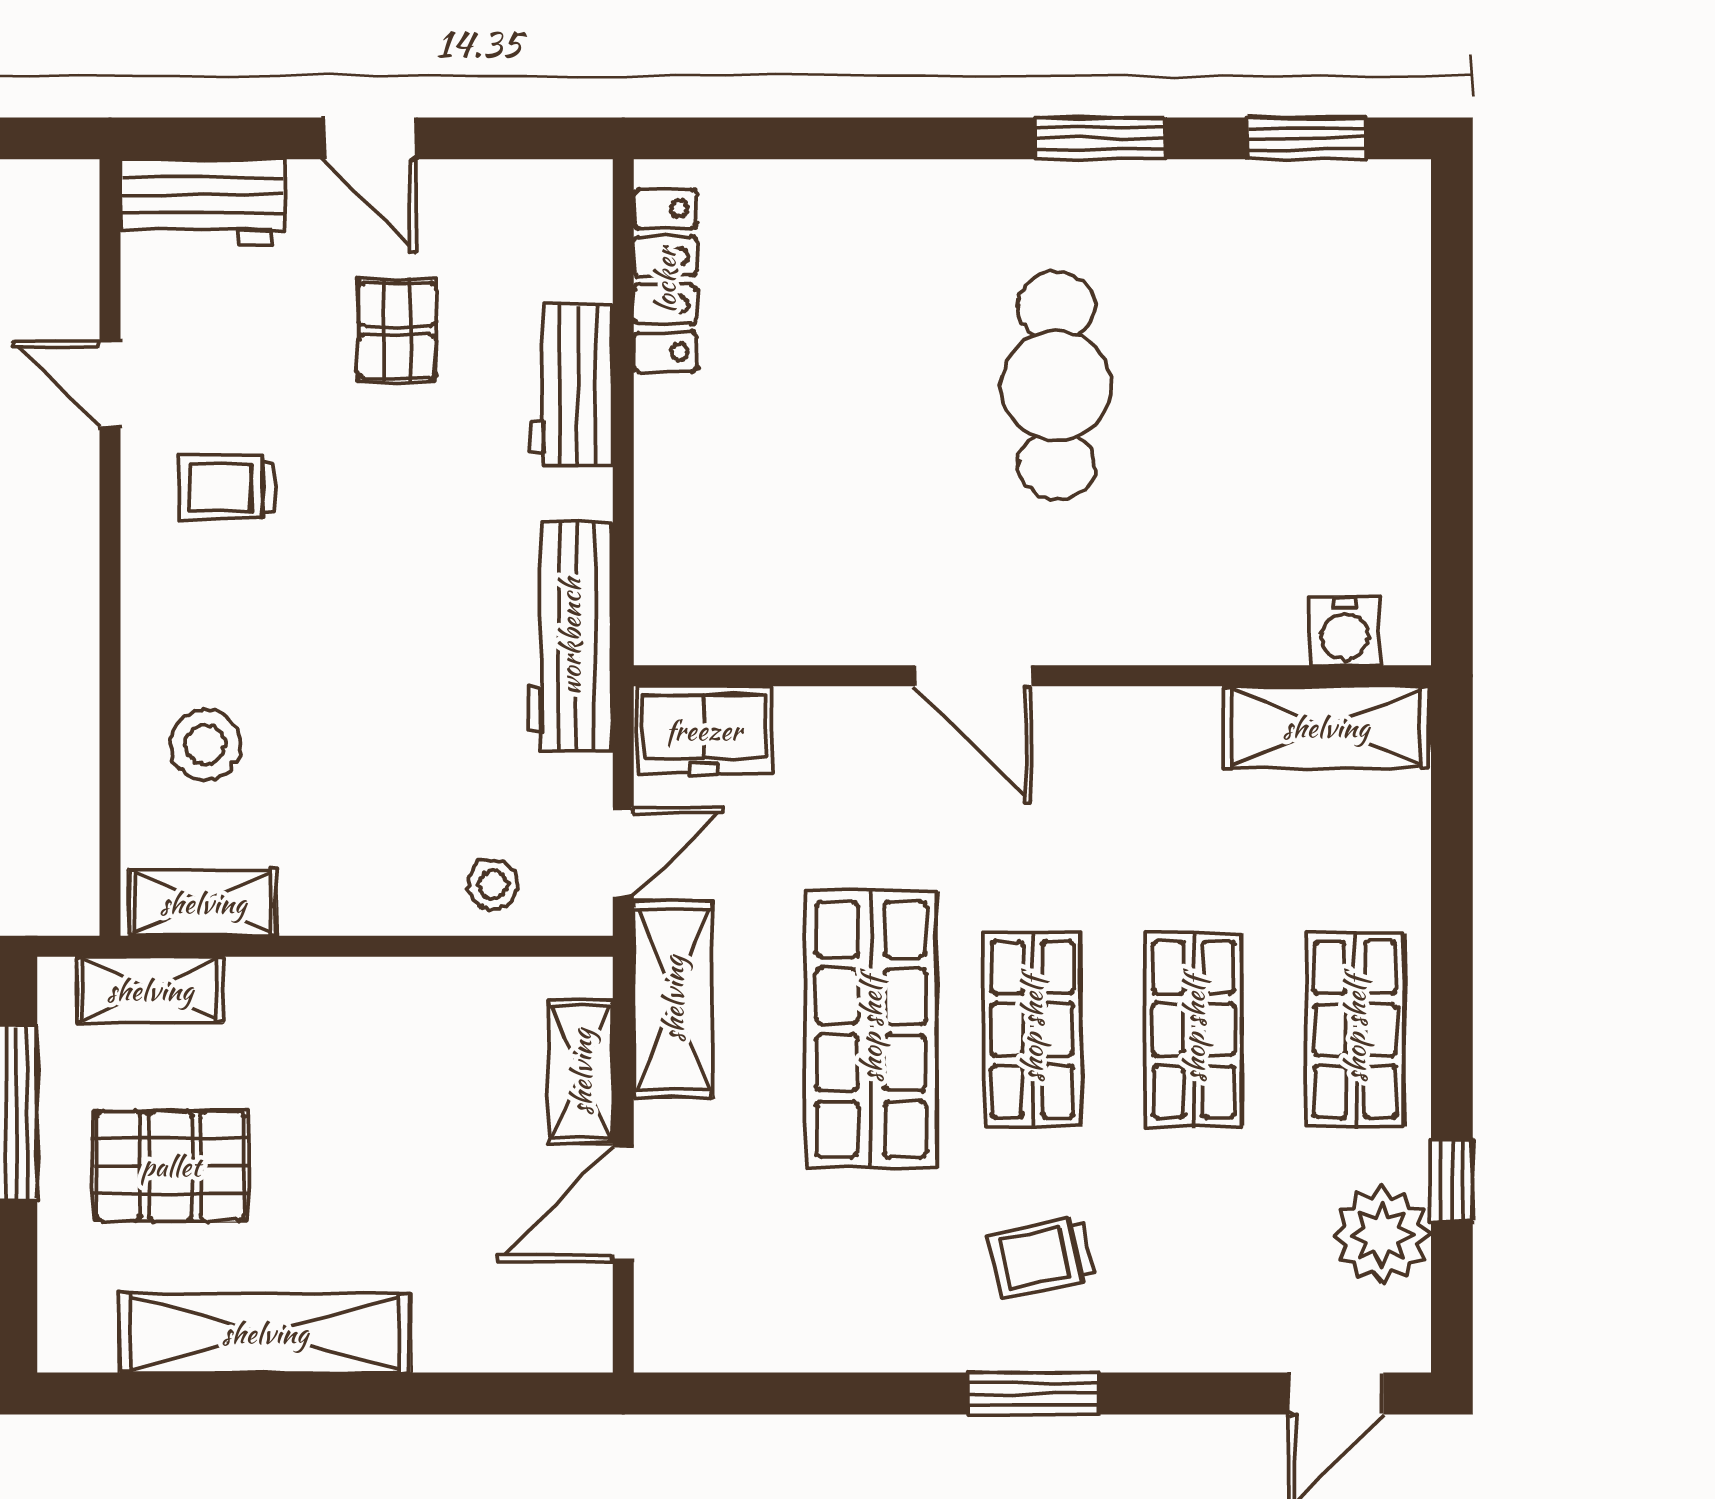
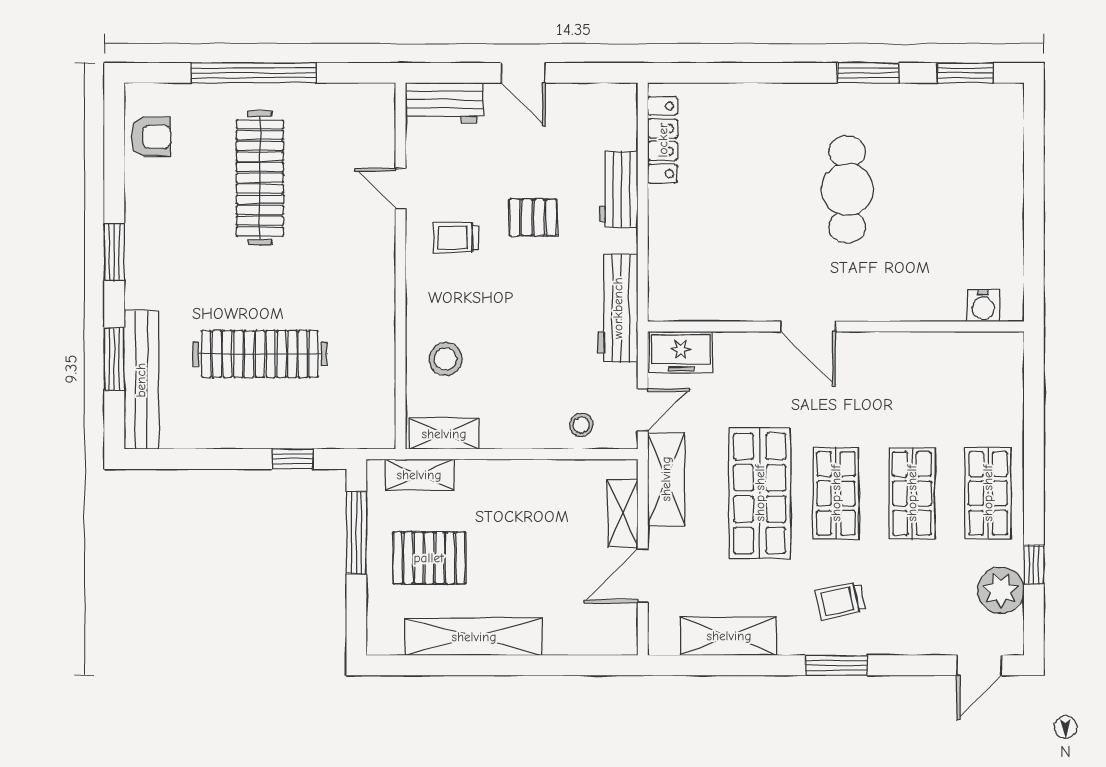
pallet: (397, 330) -> (533, 217), moved, turned 90
shelving: (1326, 727) -> (729, 636), moved

